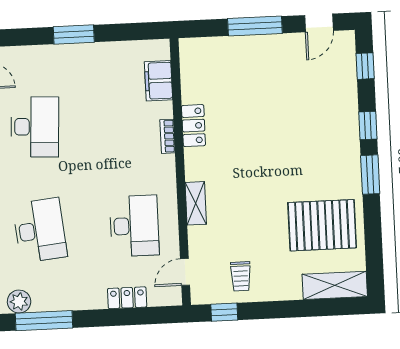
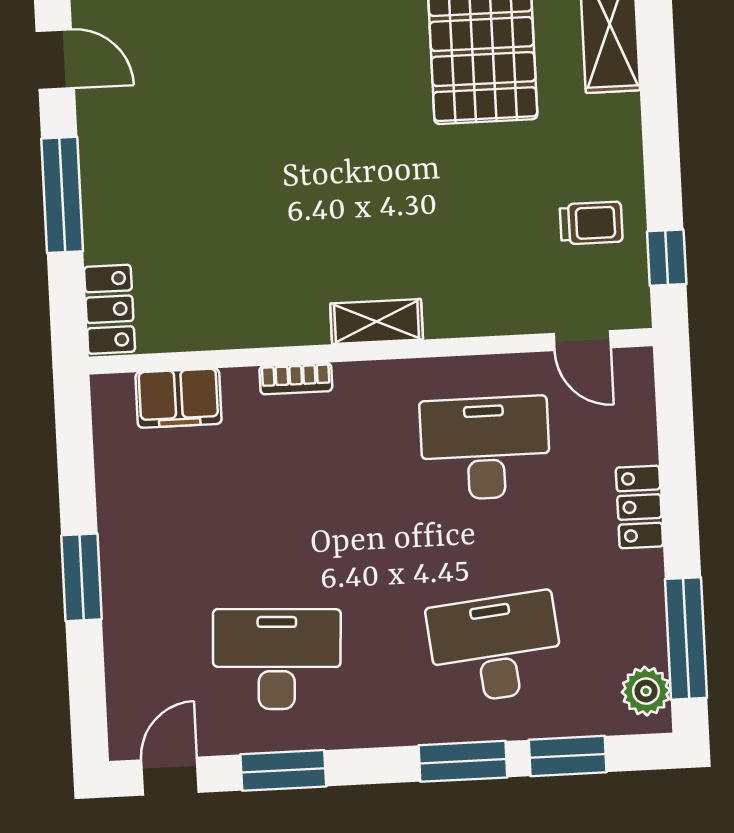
locker: (193, 126) -> (109, 309), moved, turned 90
shelving: (196, 203) -> (377, 322), moved
locker: (127, 298) -> (639, 507), moved

